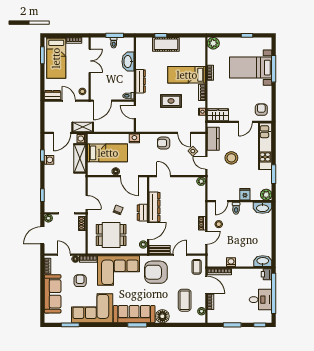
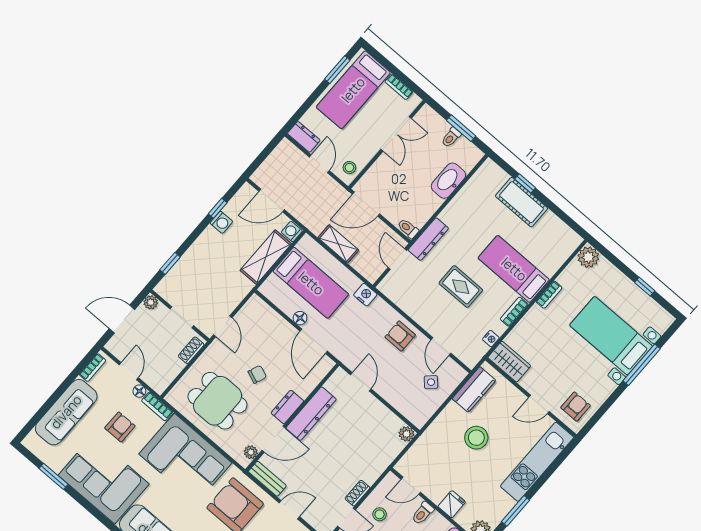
dresser: (141, 81) -> (428, 239), moved
shelving: (83, 127) -> (338, 244), moved
door: (206, 163) -> (436, 415), removed

